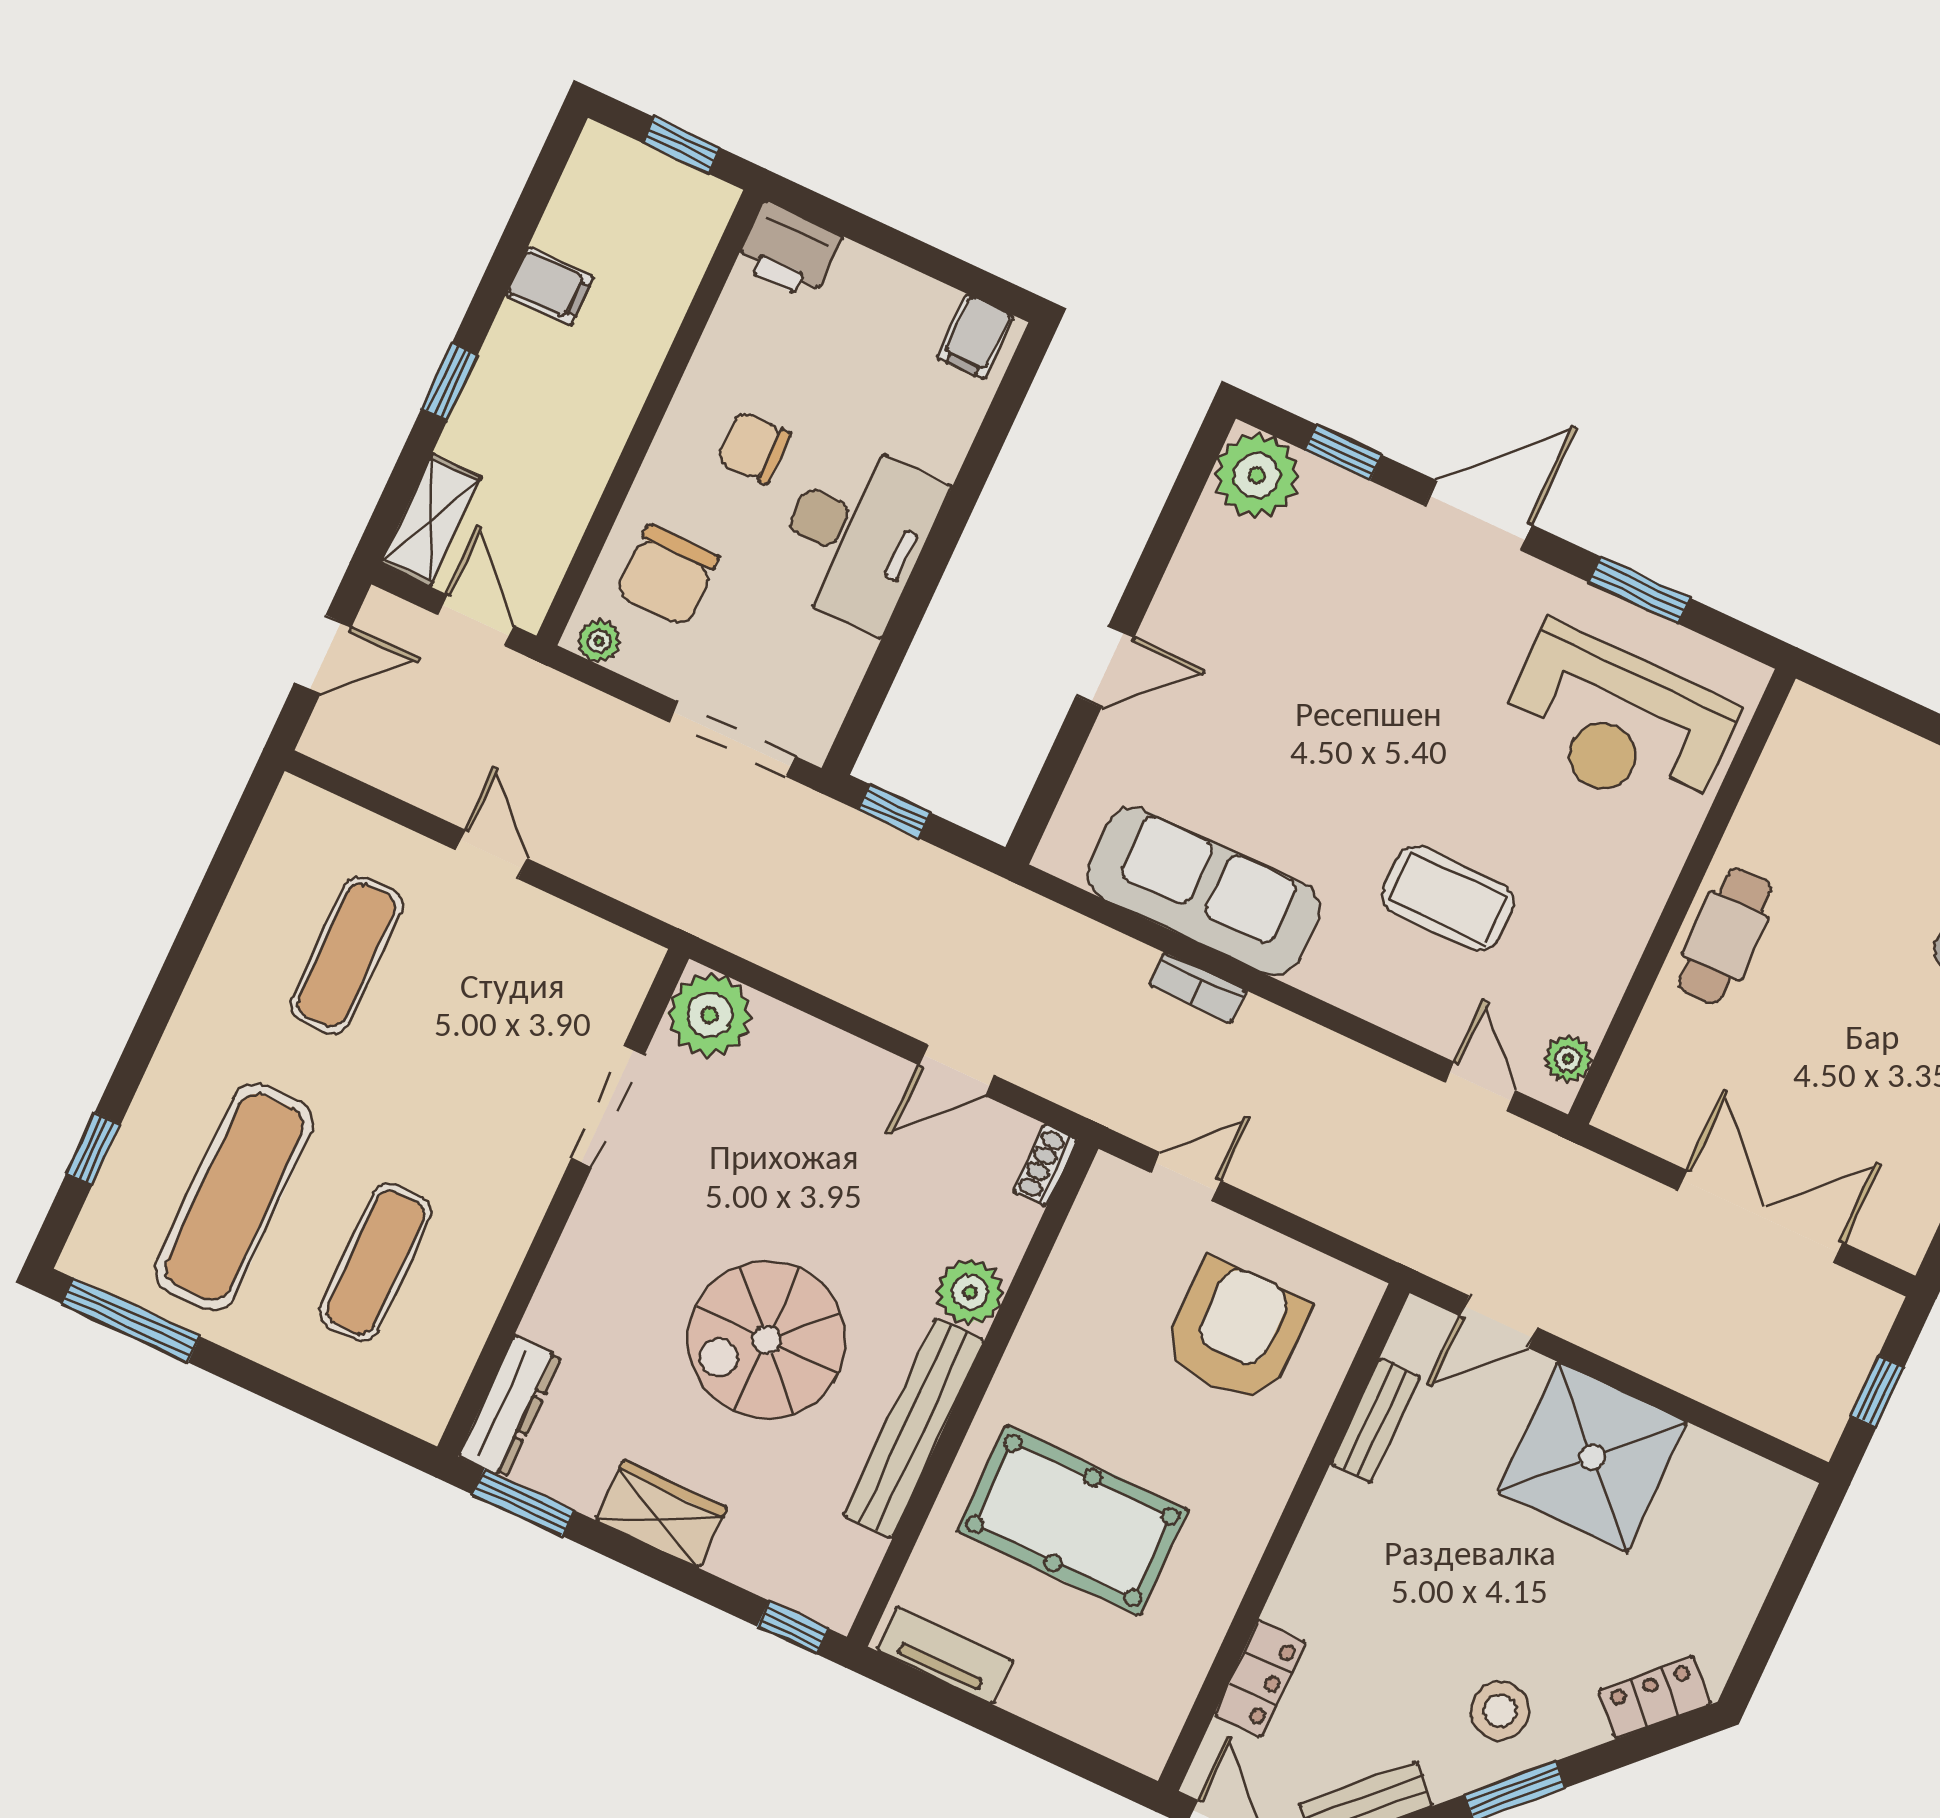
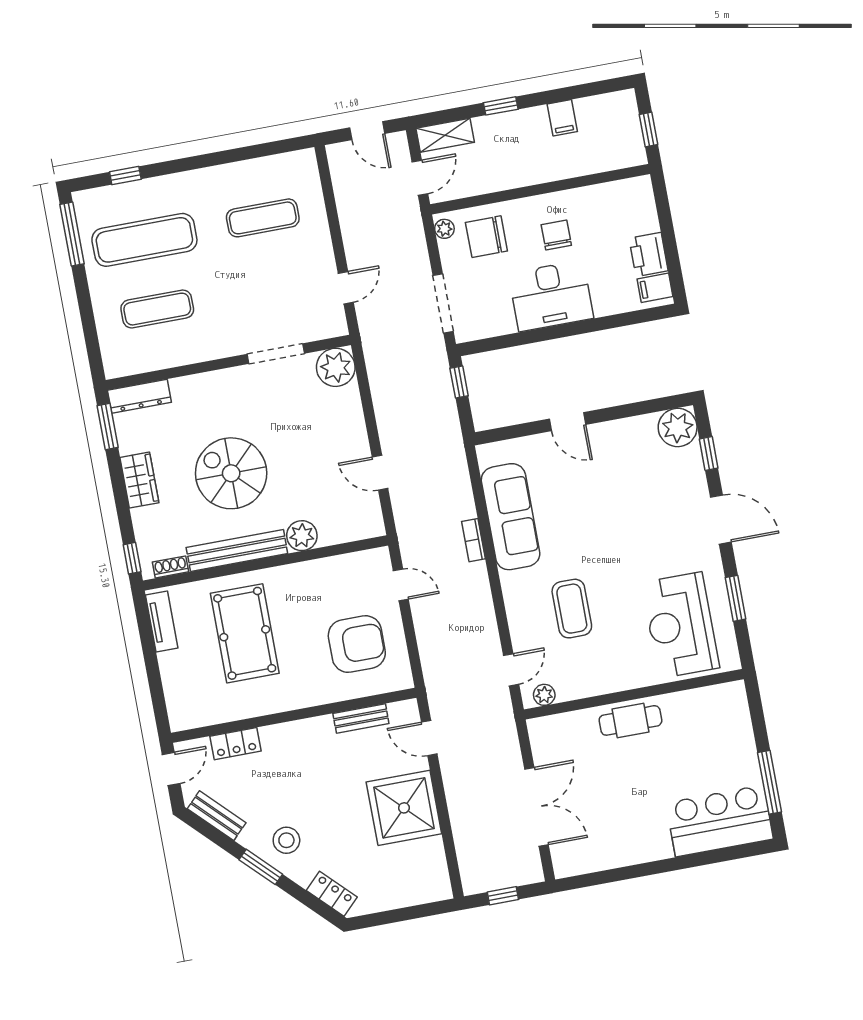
printer: (789, 251) -> (649, 255), moved
door: (491, 854) -> (346, 288), moved
shoe rack: (1046, 1165) -> (171, 567), moved

